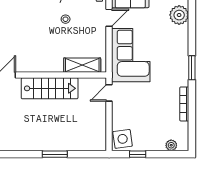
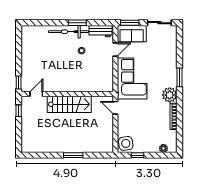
plant: (179, 15) -> (170, 95), moved
shelving: (82, 65) -> (94, 86), removed
window: (192, 68) -> (179, 77), moved
door: (109, 93) -> (115, 108), hinge flipped

